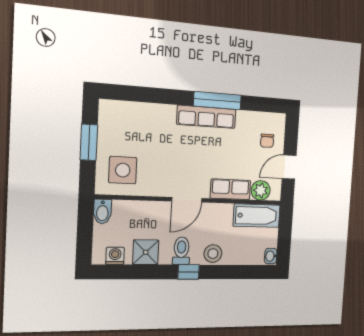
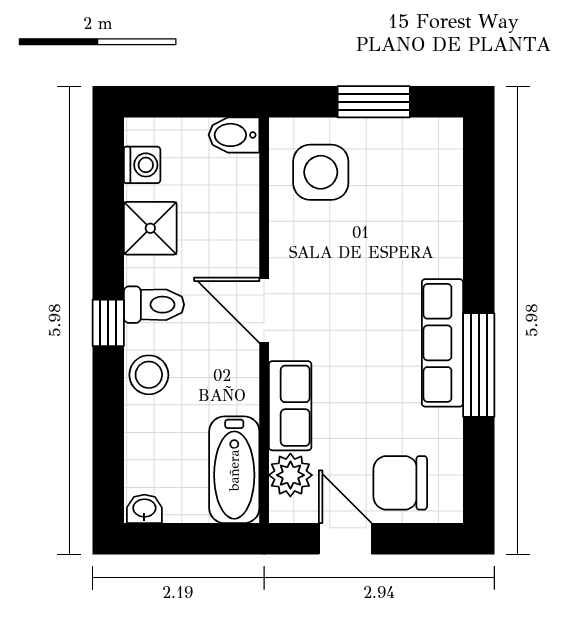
chair: (267, 141) -> (400, 483), width x1.87, depth x1.87

